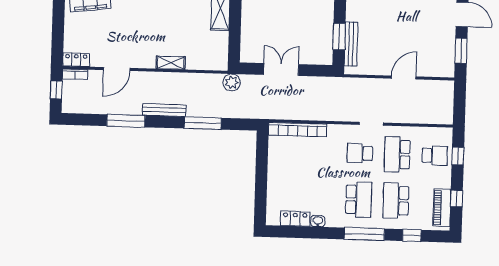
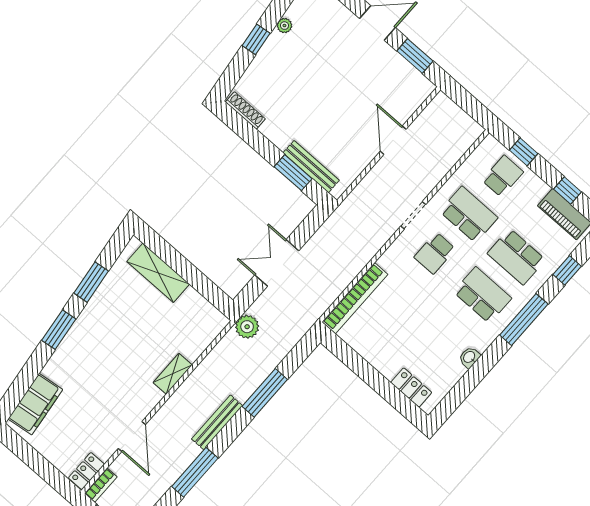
school desk: (397, 154) -> (469, 215), turned 180
locker: (295, 219) -> (411, 387), moved, turned 90

